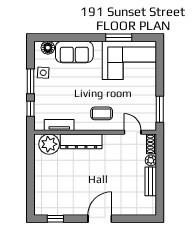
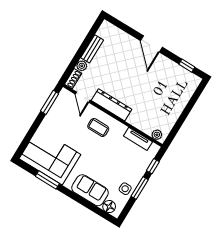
dresser: (81, 141) -> (112, 105), moved
plant: (49, 144) -> (157, 135), width x0.53, depth x0.53
door: (100, 219) -> (151, 44), hinge flipped

